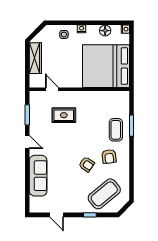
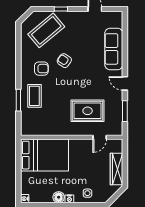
floor lamp: (105, 31) -> (59, 197), moved
bed: (106, 66) -> (45, 155), width x0.73
door: (52, 89) -> (100, 137), hinge flipped
rug: (64, 115) -> (88, 111), width x1.36, depth x1.43
armchair: (109, 157) -> (41, 69), turned 98

